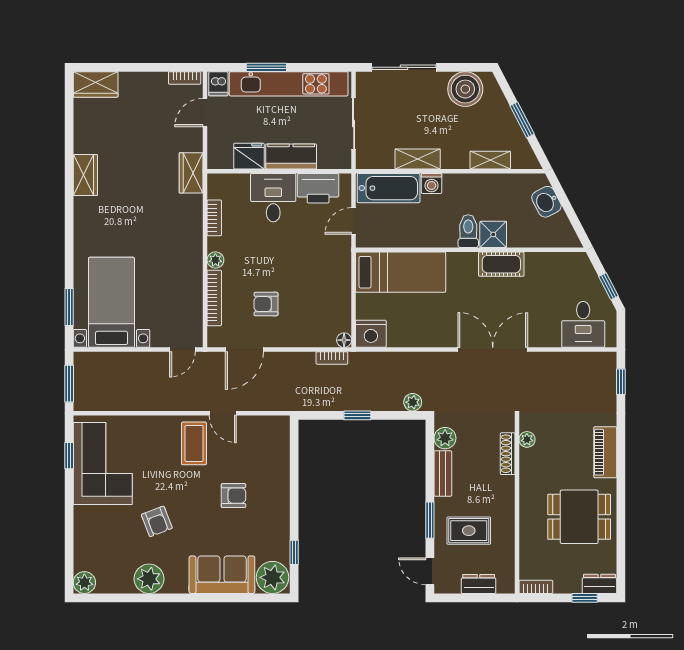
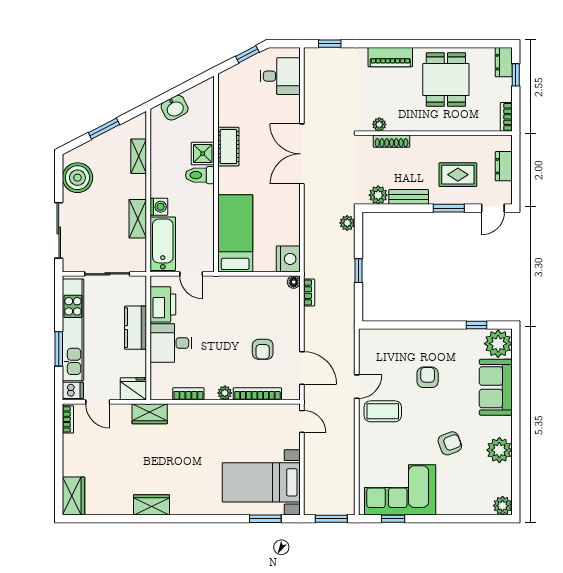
fridge: (249, 156) -> (133, 389), moved, turned 90
rug: (469, 531) -> (458, 175), turned 90

